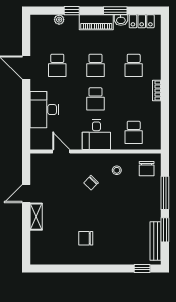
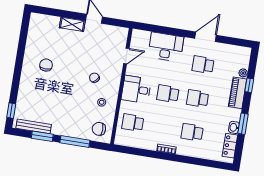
piano: (96, 22) -> (238, 93), moved

